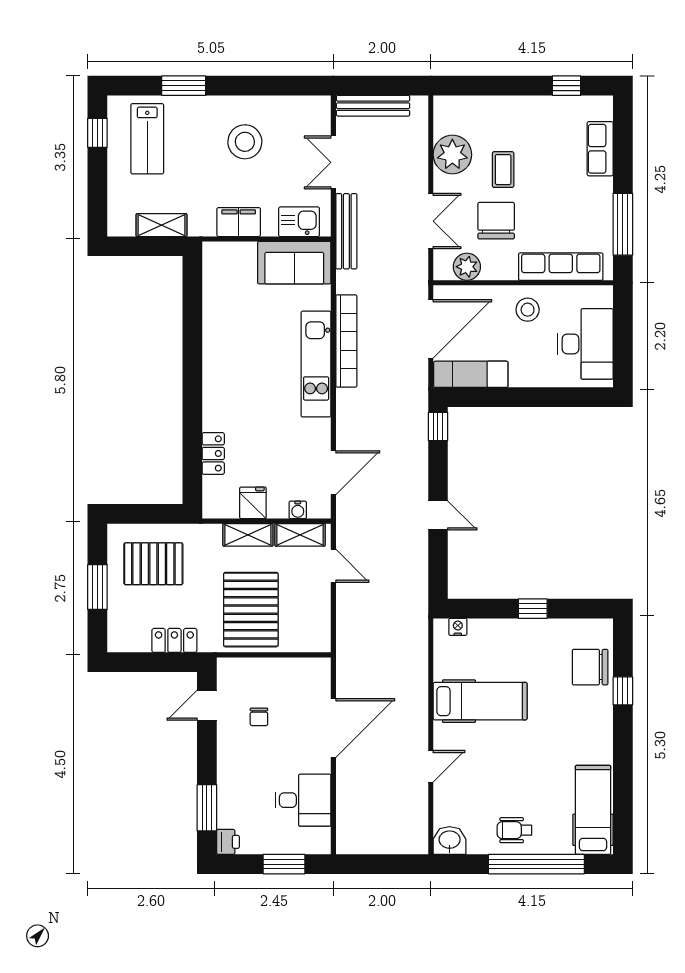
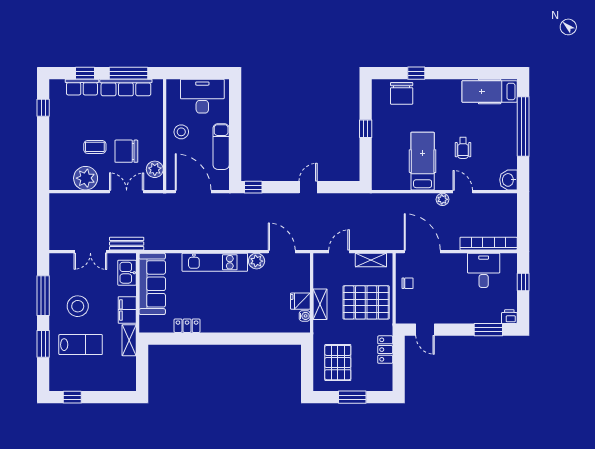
window: (262, 86) -> (43, 296), added
bench: (373, 106) -> (55, 227), removed
lab bench: (147, 139) -> (81, 345), moved
window: (623, 153) -> (85, 73), added
shelving: (161, 225) -> (129, 340), moved
bench: (346, 231) -> (127, 244), width x0.73
sofa: (294, 263) -> (152, 284), width x1.36
row of seats: (561, 267) -> (126, 88), moved, turned -90
bookcase: (346, 341) -> (489, 244), moved
exam couch: (471, 374) -> (221, 147), moved
plant: (318, 432) -> (257, 261), added
locker: (213, 453) -> (187, 326), moved
water cooler: (298, 510) -> (305, 316), moved
shelving: (300, 535) -> (371, 260), moved, turned 90
nightstand: (458, 627) -> (377, 175), removed
chair: (259, 717) -> (408, 283), moved
door: (333, 728) -> (422, 252), moved
plant: (418, 733) -> (442, 199), added
wheelchair: (514, 830) -> (463, 148), moved
window: (284, 864) -> (523, 282), width x0.67

